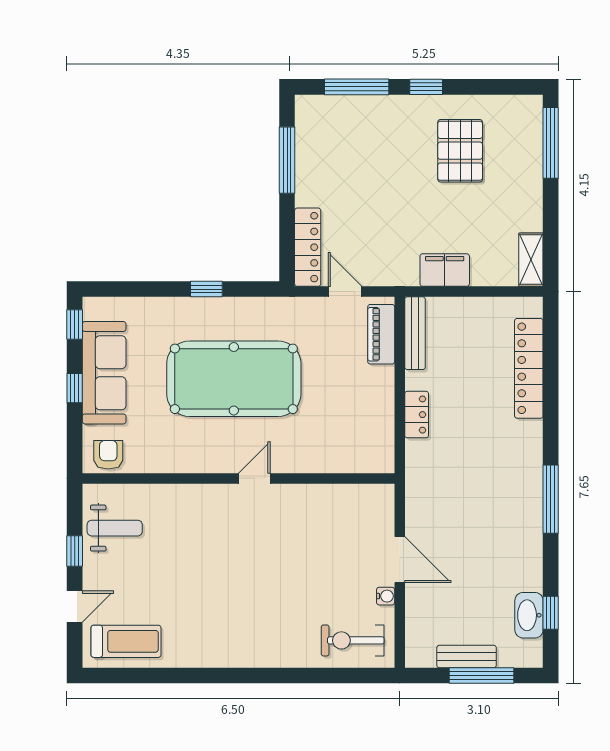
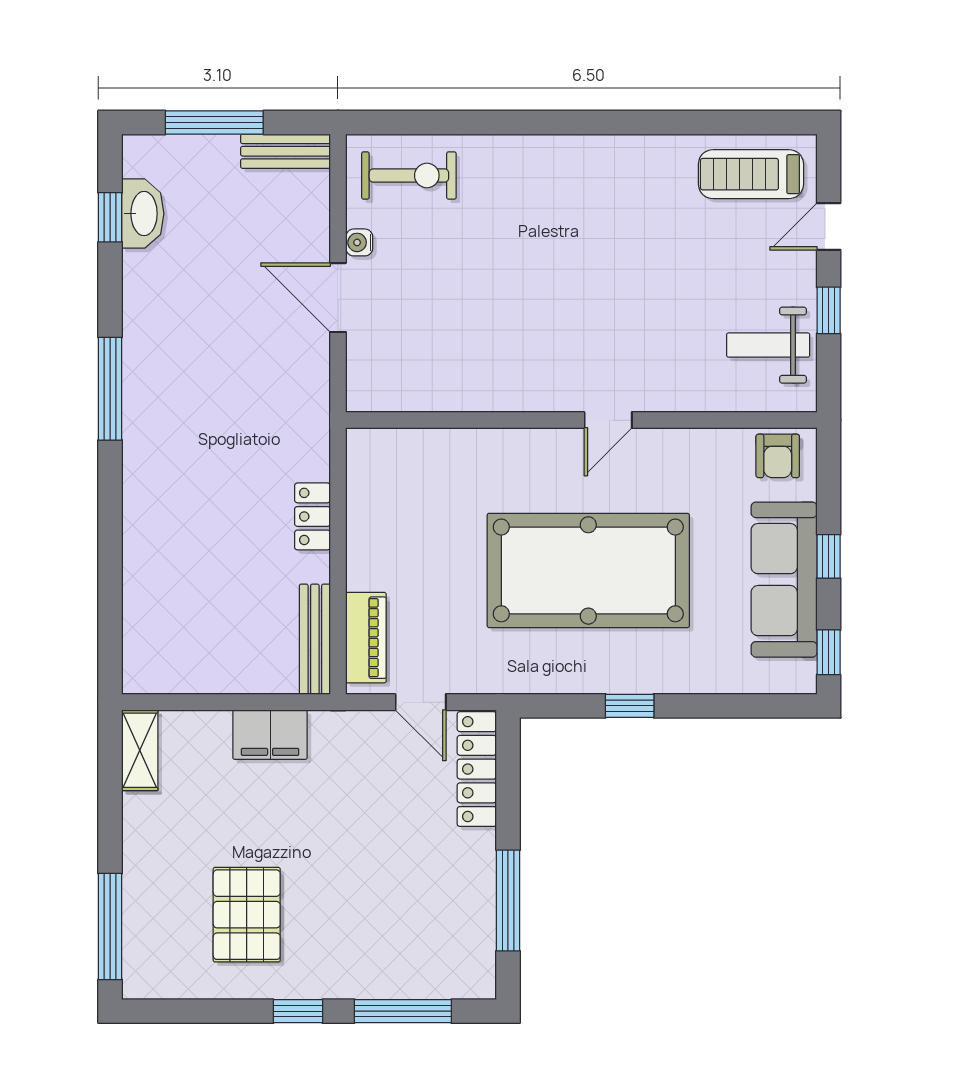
locker: (529, 368) -> (143, 586), removed
door: (254, 478) -> (608, 420), moved
bench: (467, 656) -> (285, 151), moved

